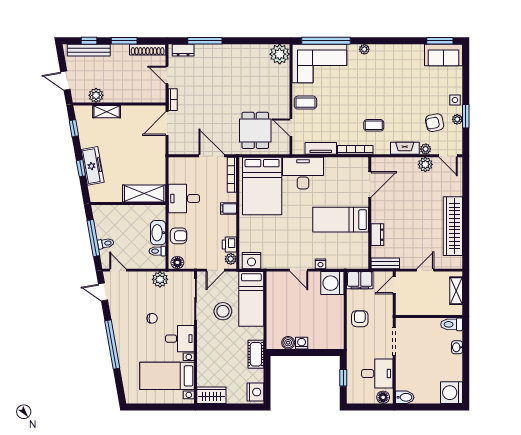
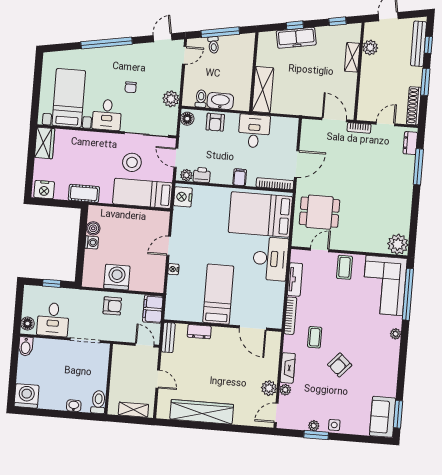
armchair: (435, 123) -> (340, 365), moved, turned -126
washing machine: (332, 283) -> (117, 277), moved

